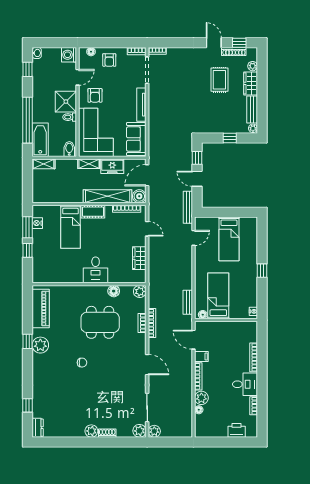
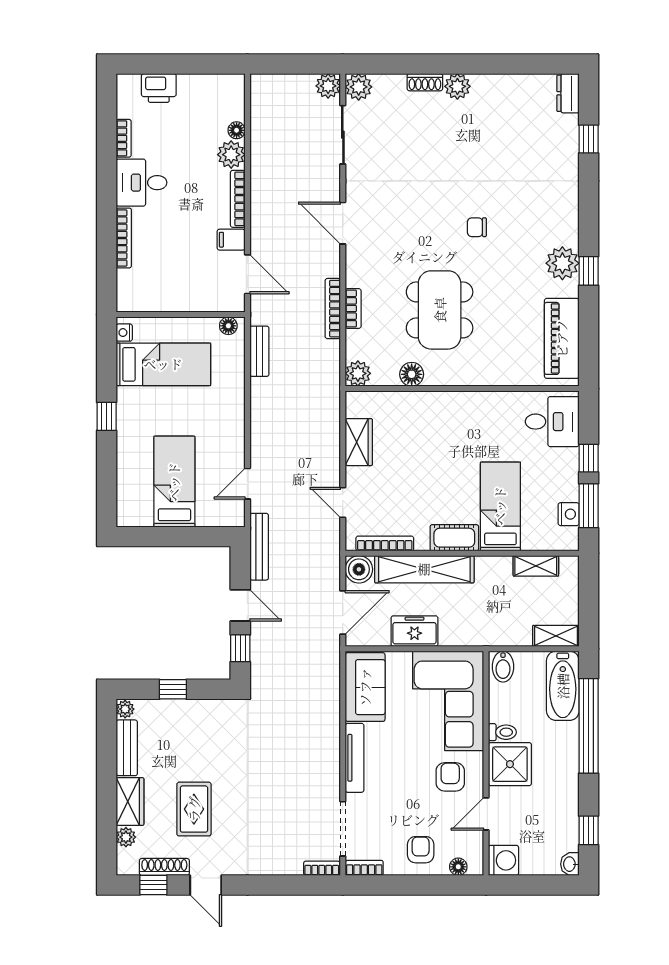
shelving: (89, 164) -> (536, 566), moved
desk: (96, 270) -> (552, 422), moved, turned 90
bed: (218, 296) -> (163, 364), moved, turned -90
dining table: (100, 322) -> (440, 310), turned 90

